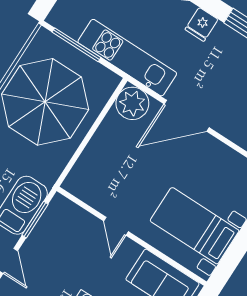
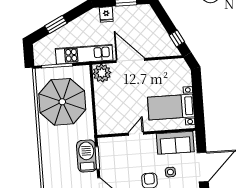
door: (187, 116) -> (130, 60), swing flipped
door: (116, 226) -> (136, 134), swing flipped

